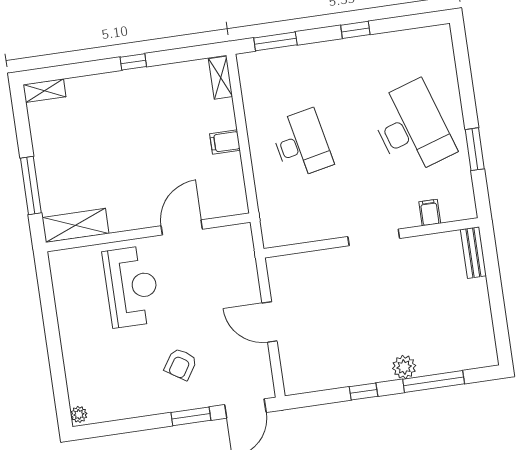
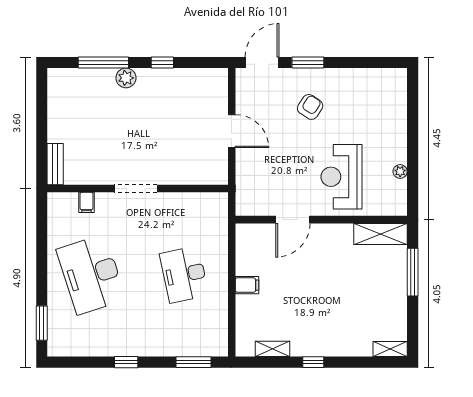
shelving: (221, 78) -> (273, 349), moved, turned 90
window: (475, 149) -> (42, 323), moved
plant: (79, 414) -> (400, 171), moved

